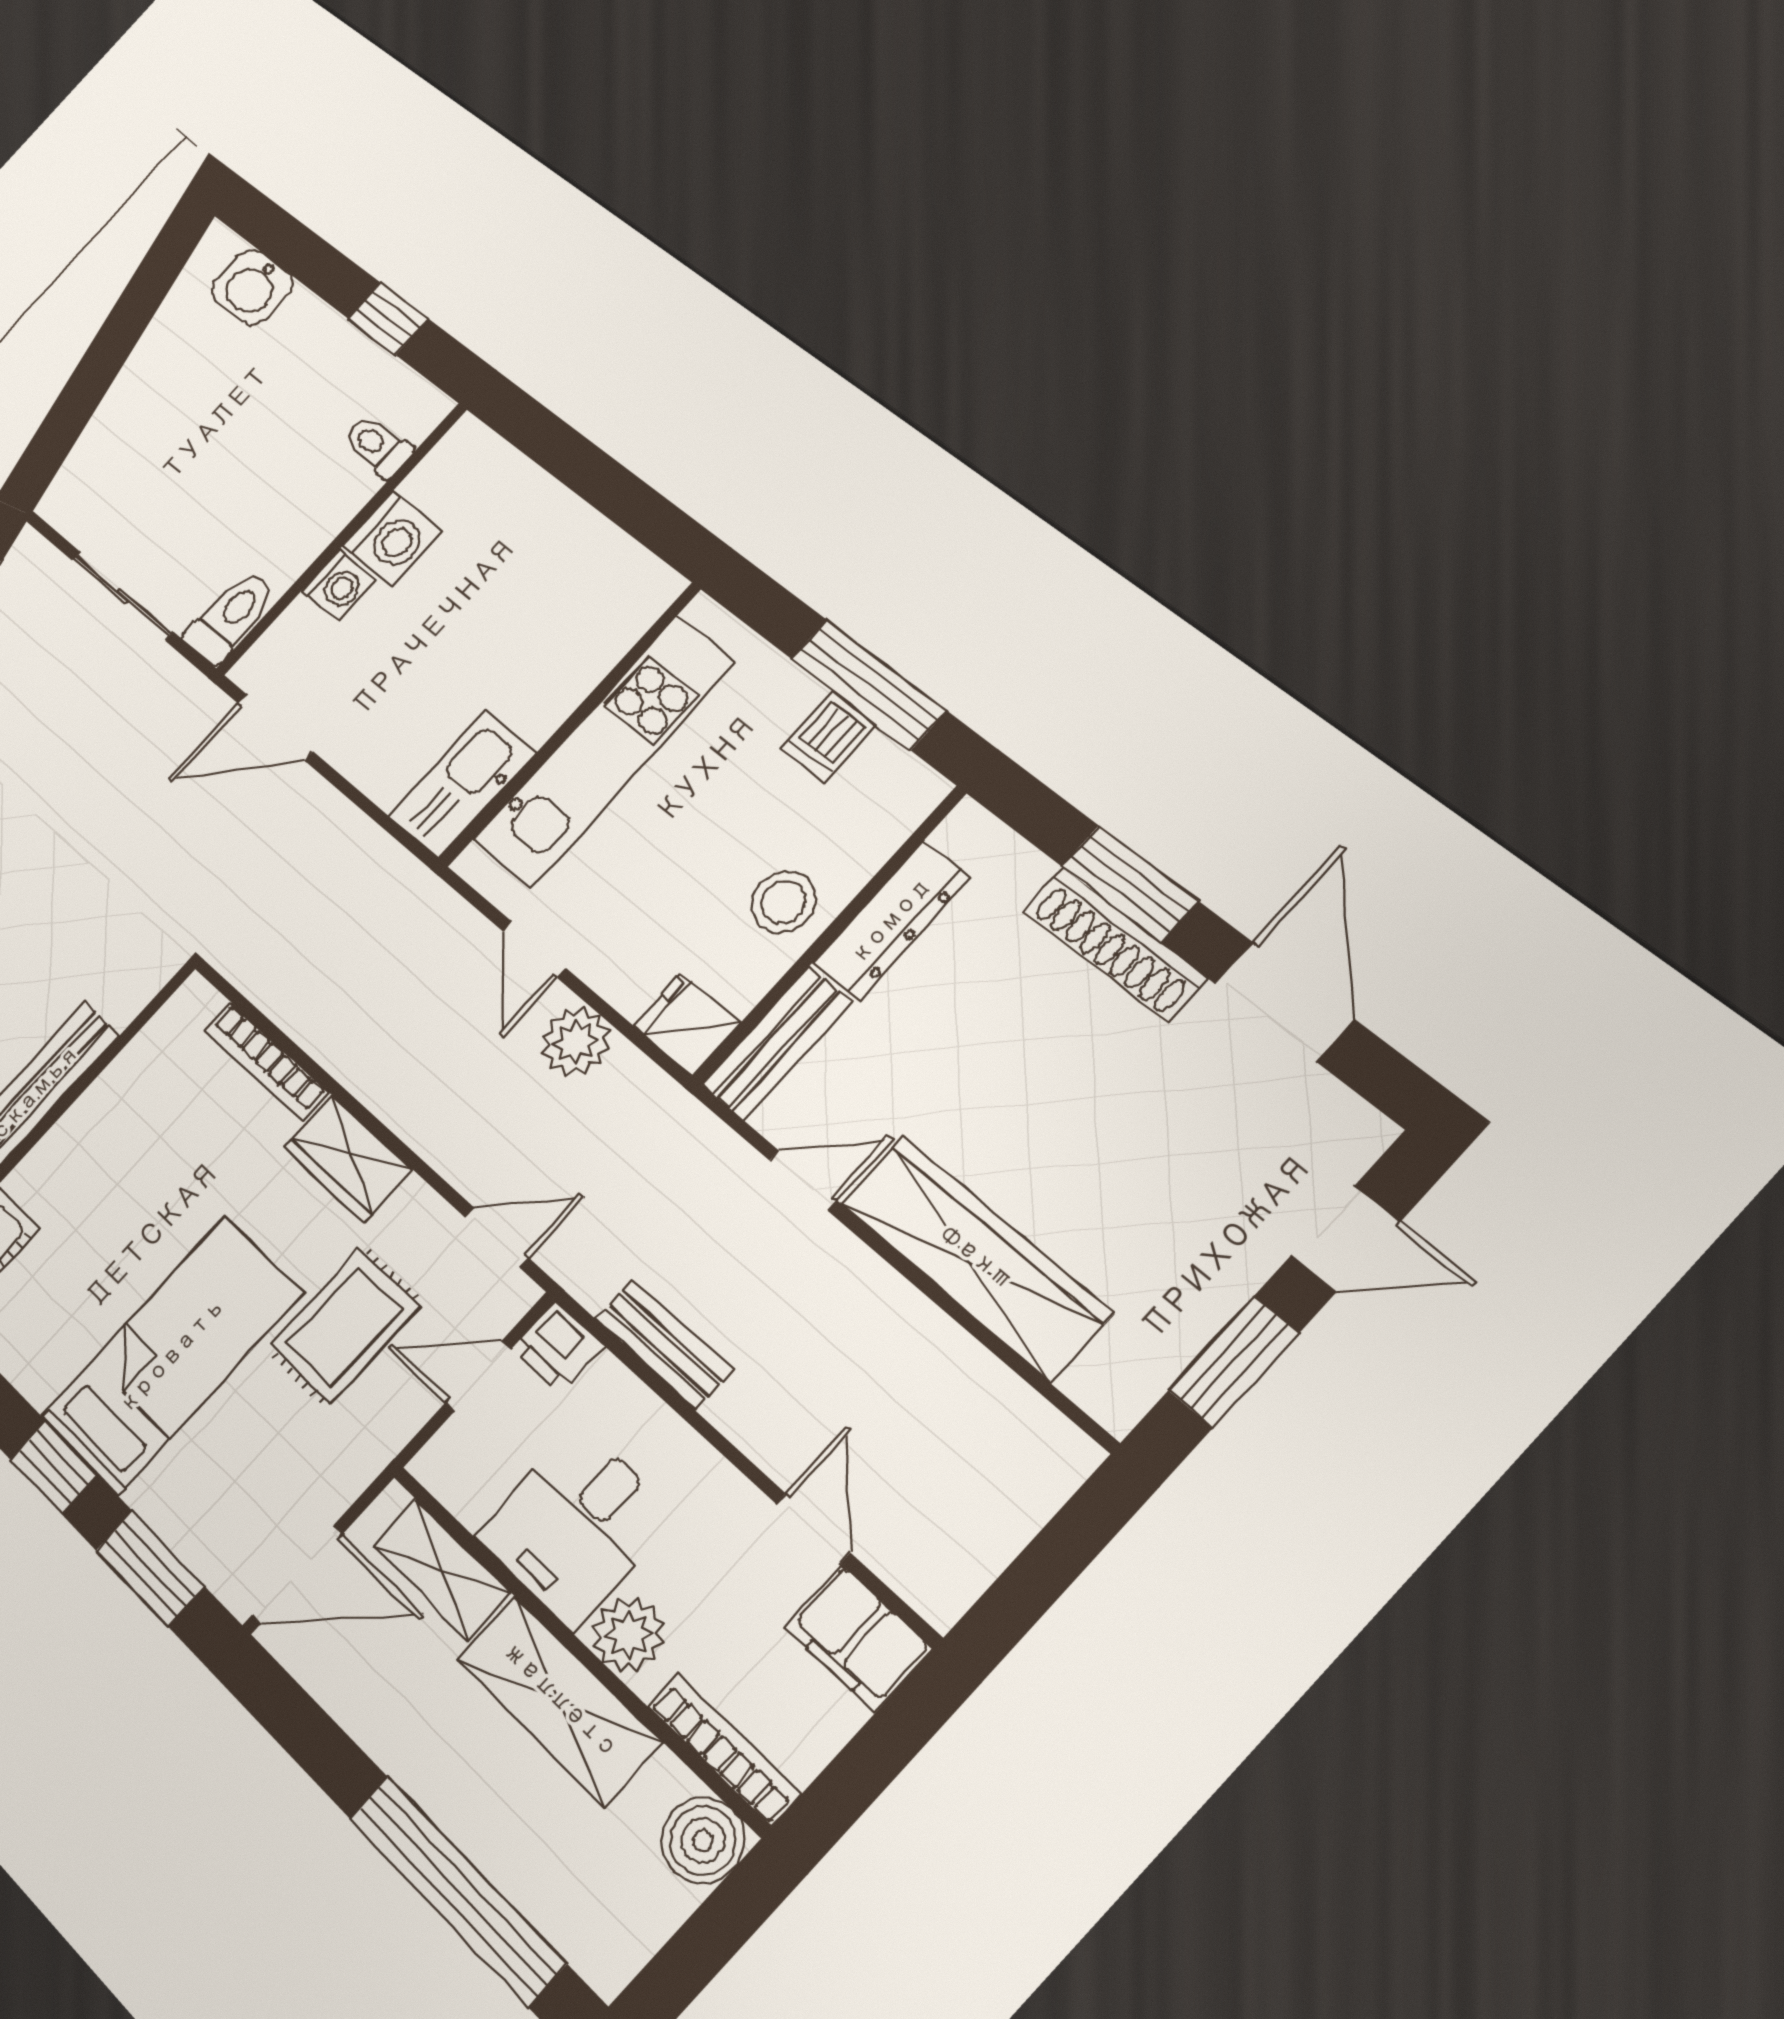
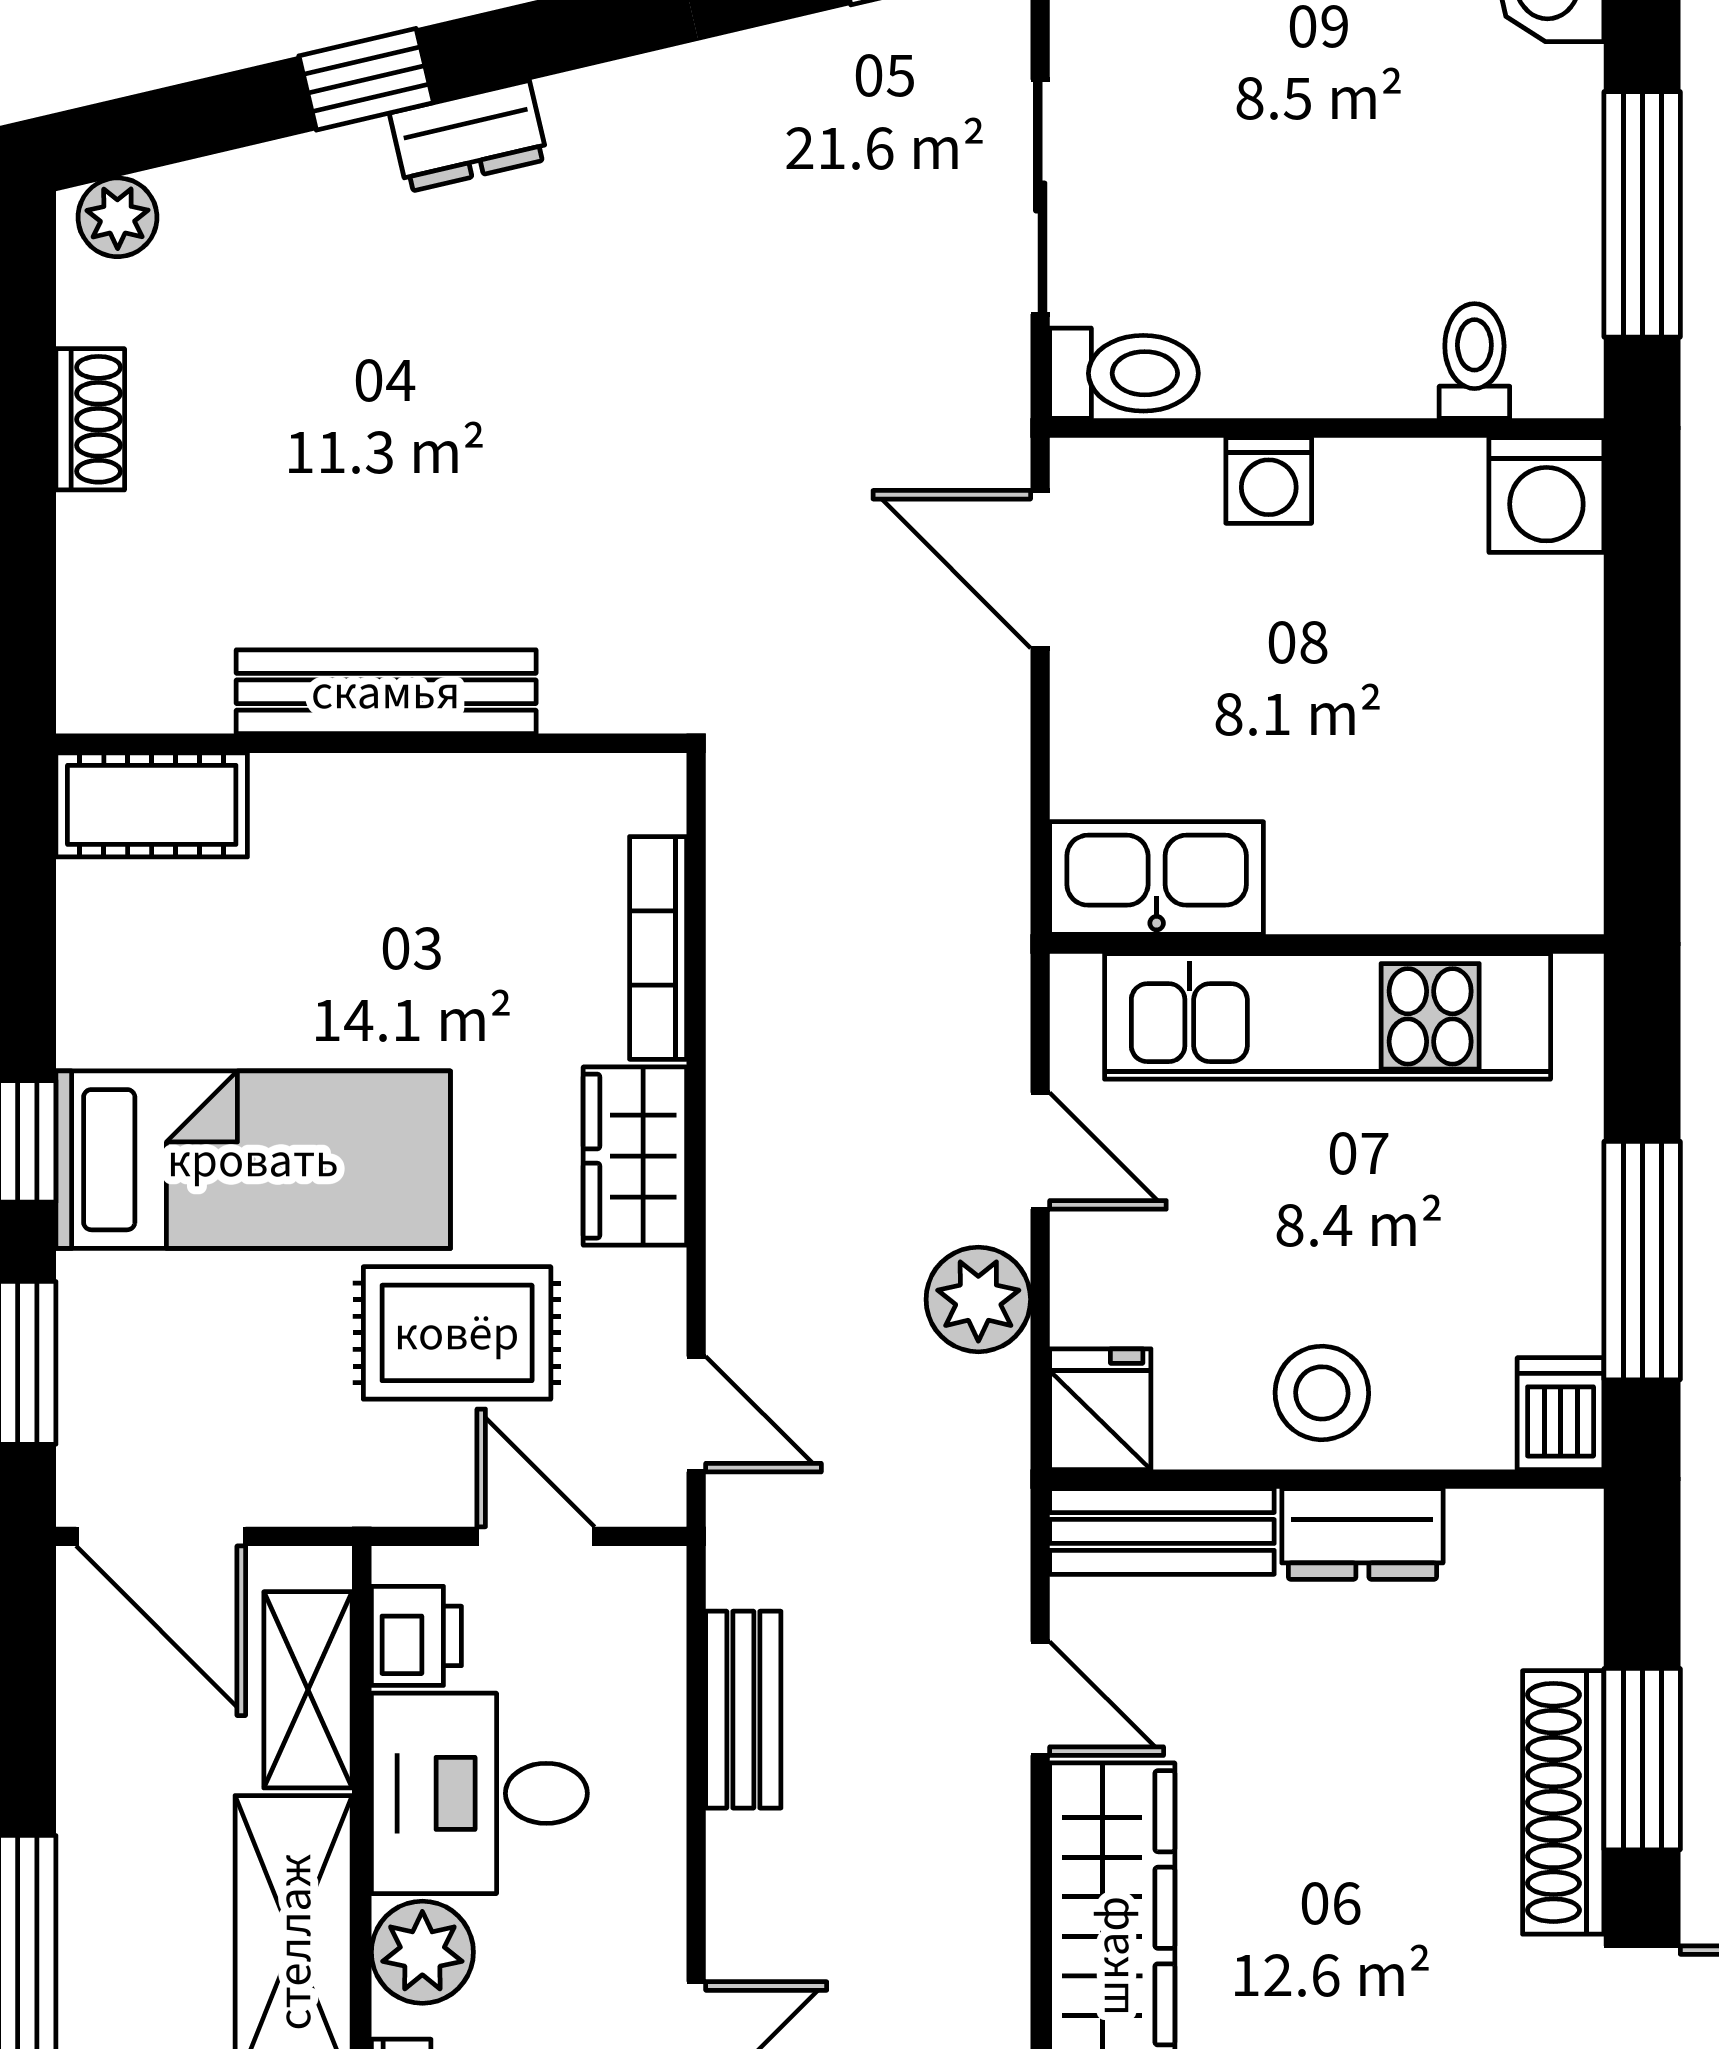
window: (388, 319) -> (1642, 214), width x2.17
washing machine: (392, 538) -> (1546, 495), moved
dishwasher: (829, 736) -> (1561, 1414), moved, turned 90
dresser: (891, 920) -> (1362, 1534), width x0.70
door: (534, 950) -> (1040, 1151), swing flipped
printer: (558, 1347) -> (416, 1636), moved, turned 180

